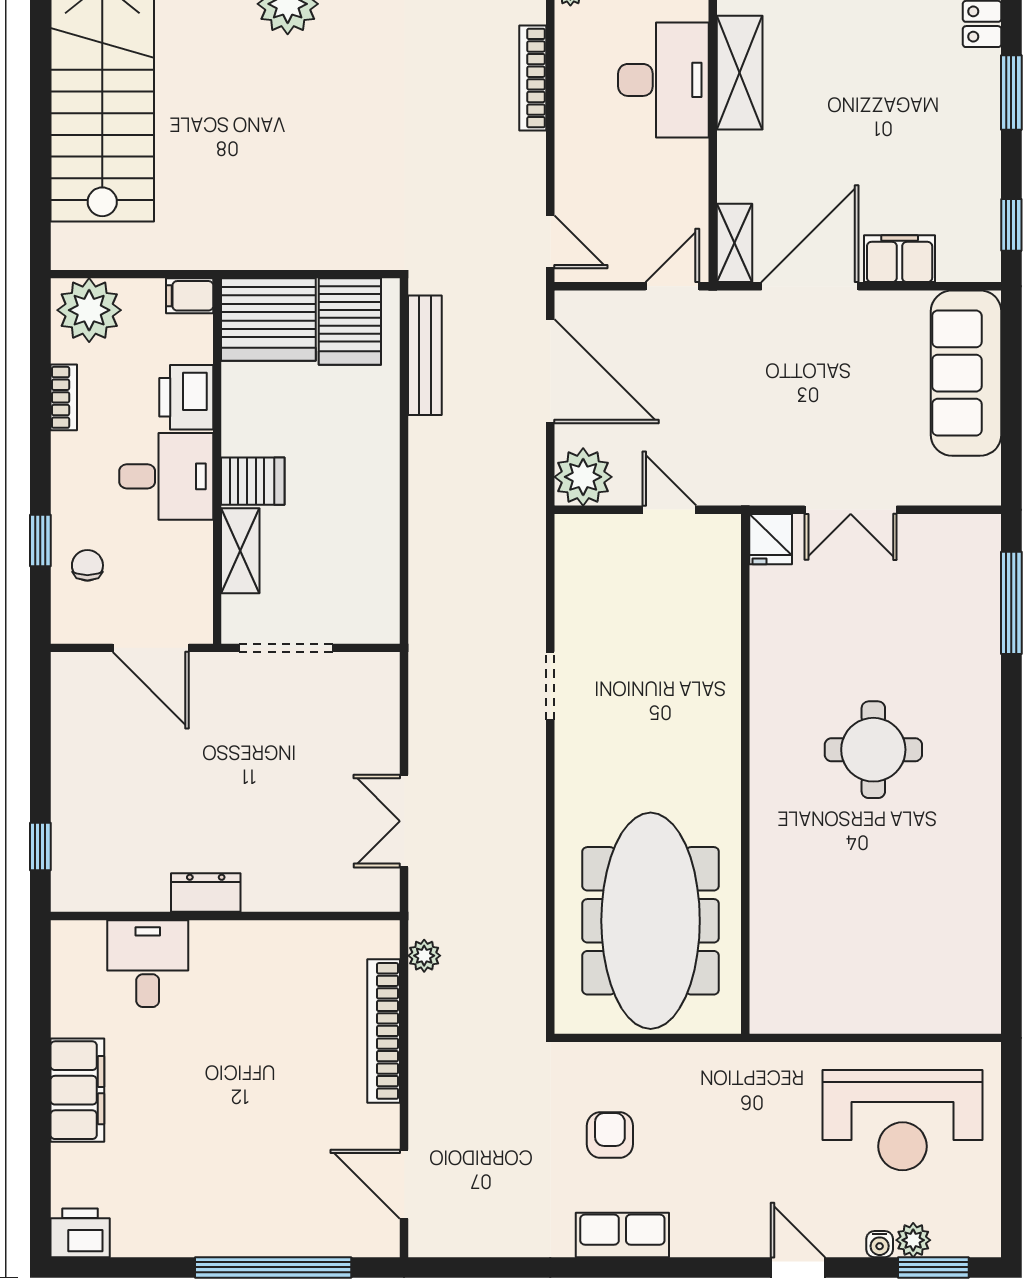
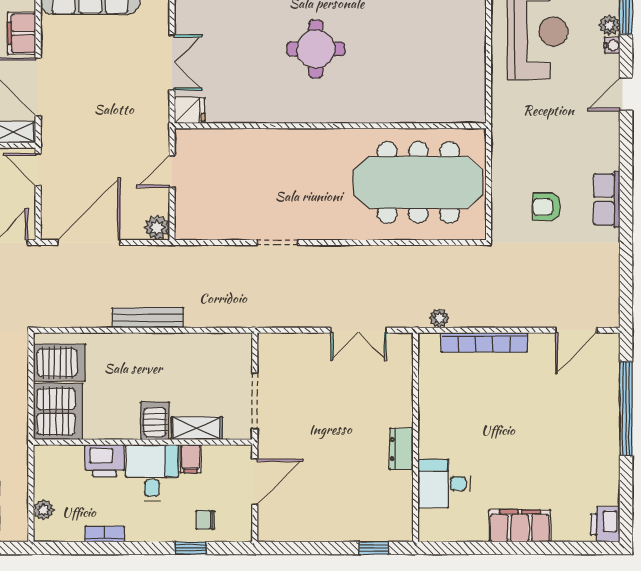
filing cabinet: (190, 296) -> (191, 459), moved
plant: (89, 310) -> (43, 510), width x0.53, depth x0.53
bench: (425, 355) -> (148, 318), moved
plant: (583, 477) -> (157, 227), width x0.73, depth x0.73

